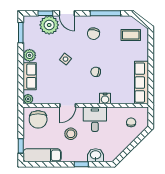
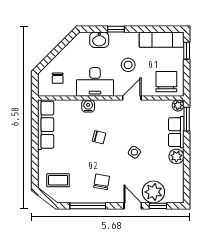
window: (21, 33) -> (187, 119), moved
desk: (95, 119) -> (95, 82), width x1.37

